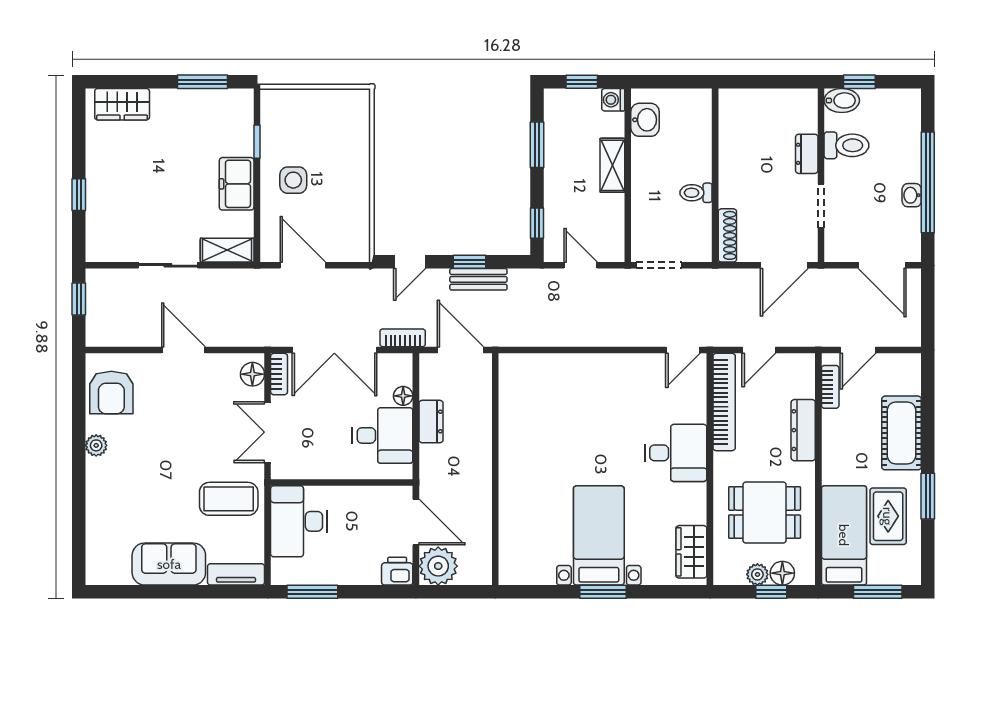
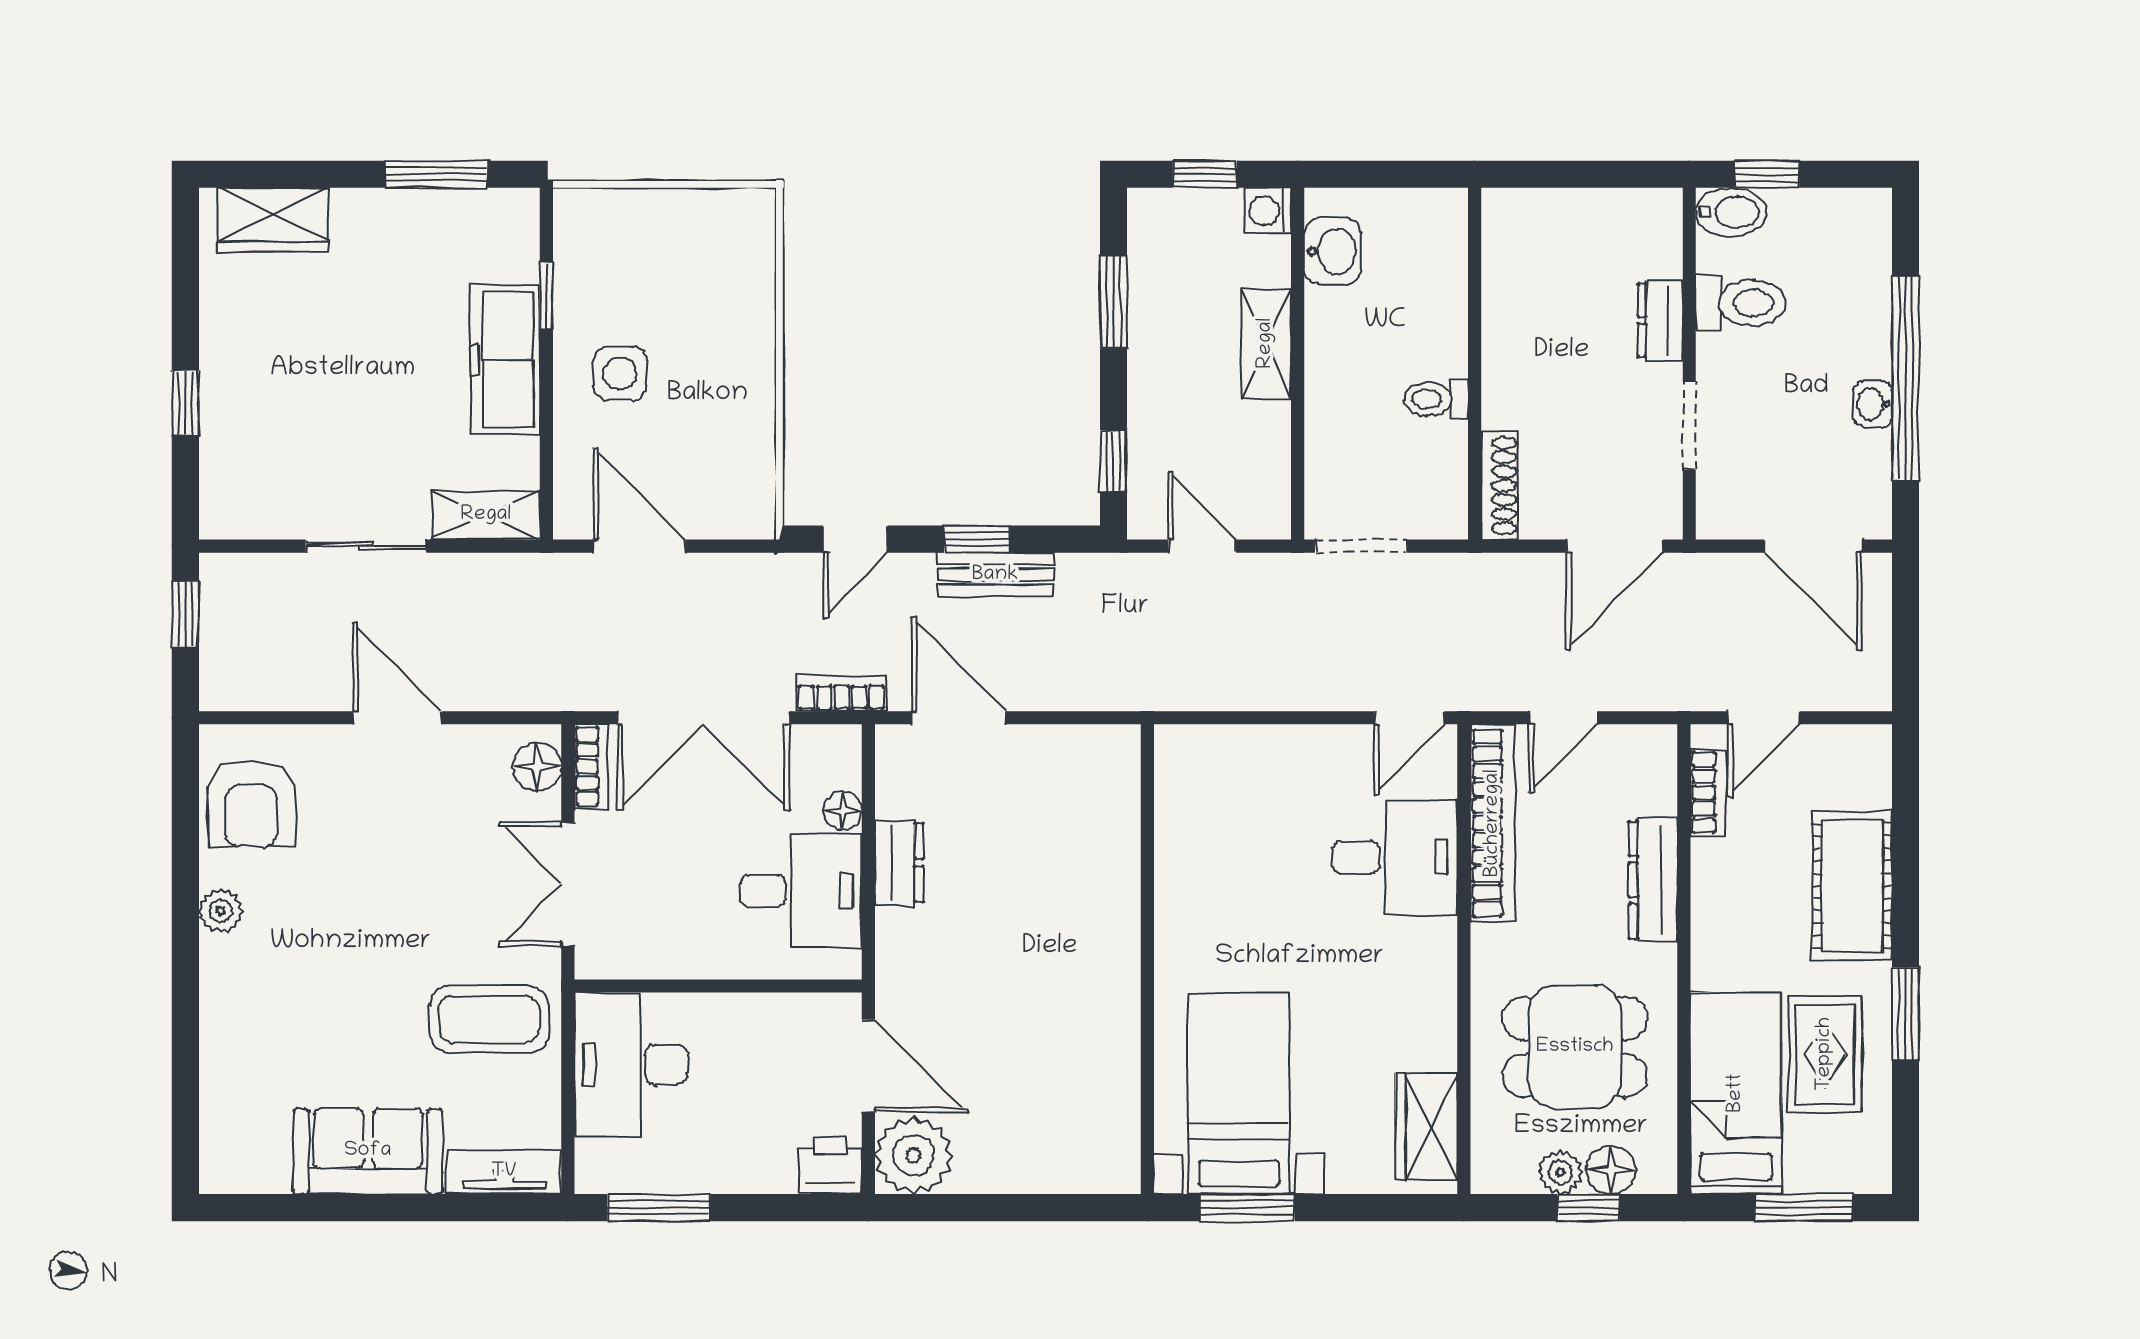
freezer: (237, 184) -> (505, 360), width x1.40
desk: (676, 453) -> (1395, 857), moved
wall: (495, 469) -> (1147, 959), moved

